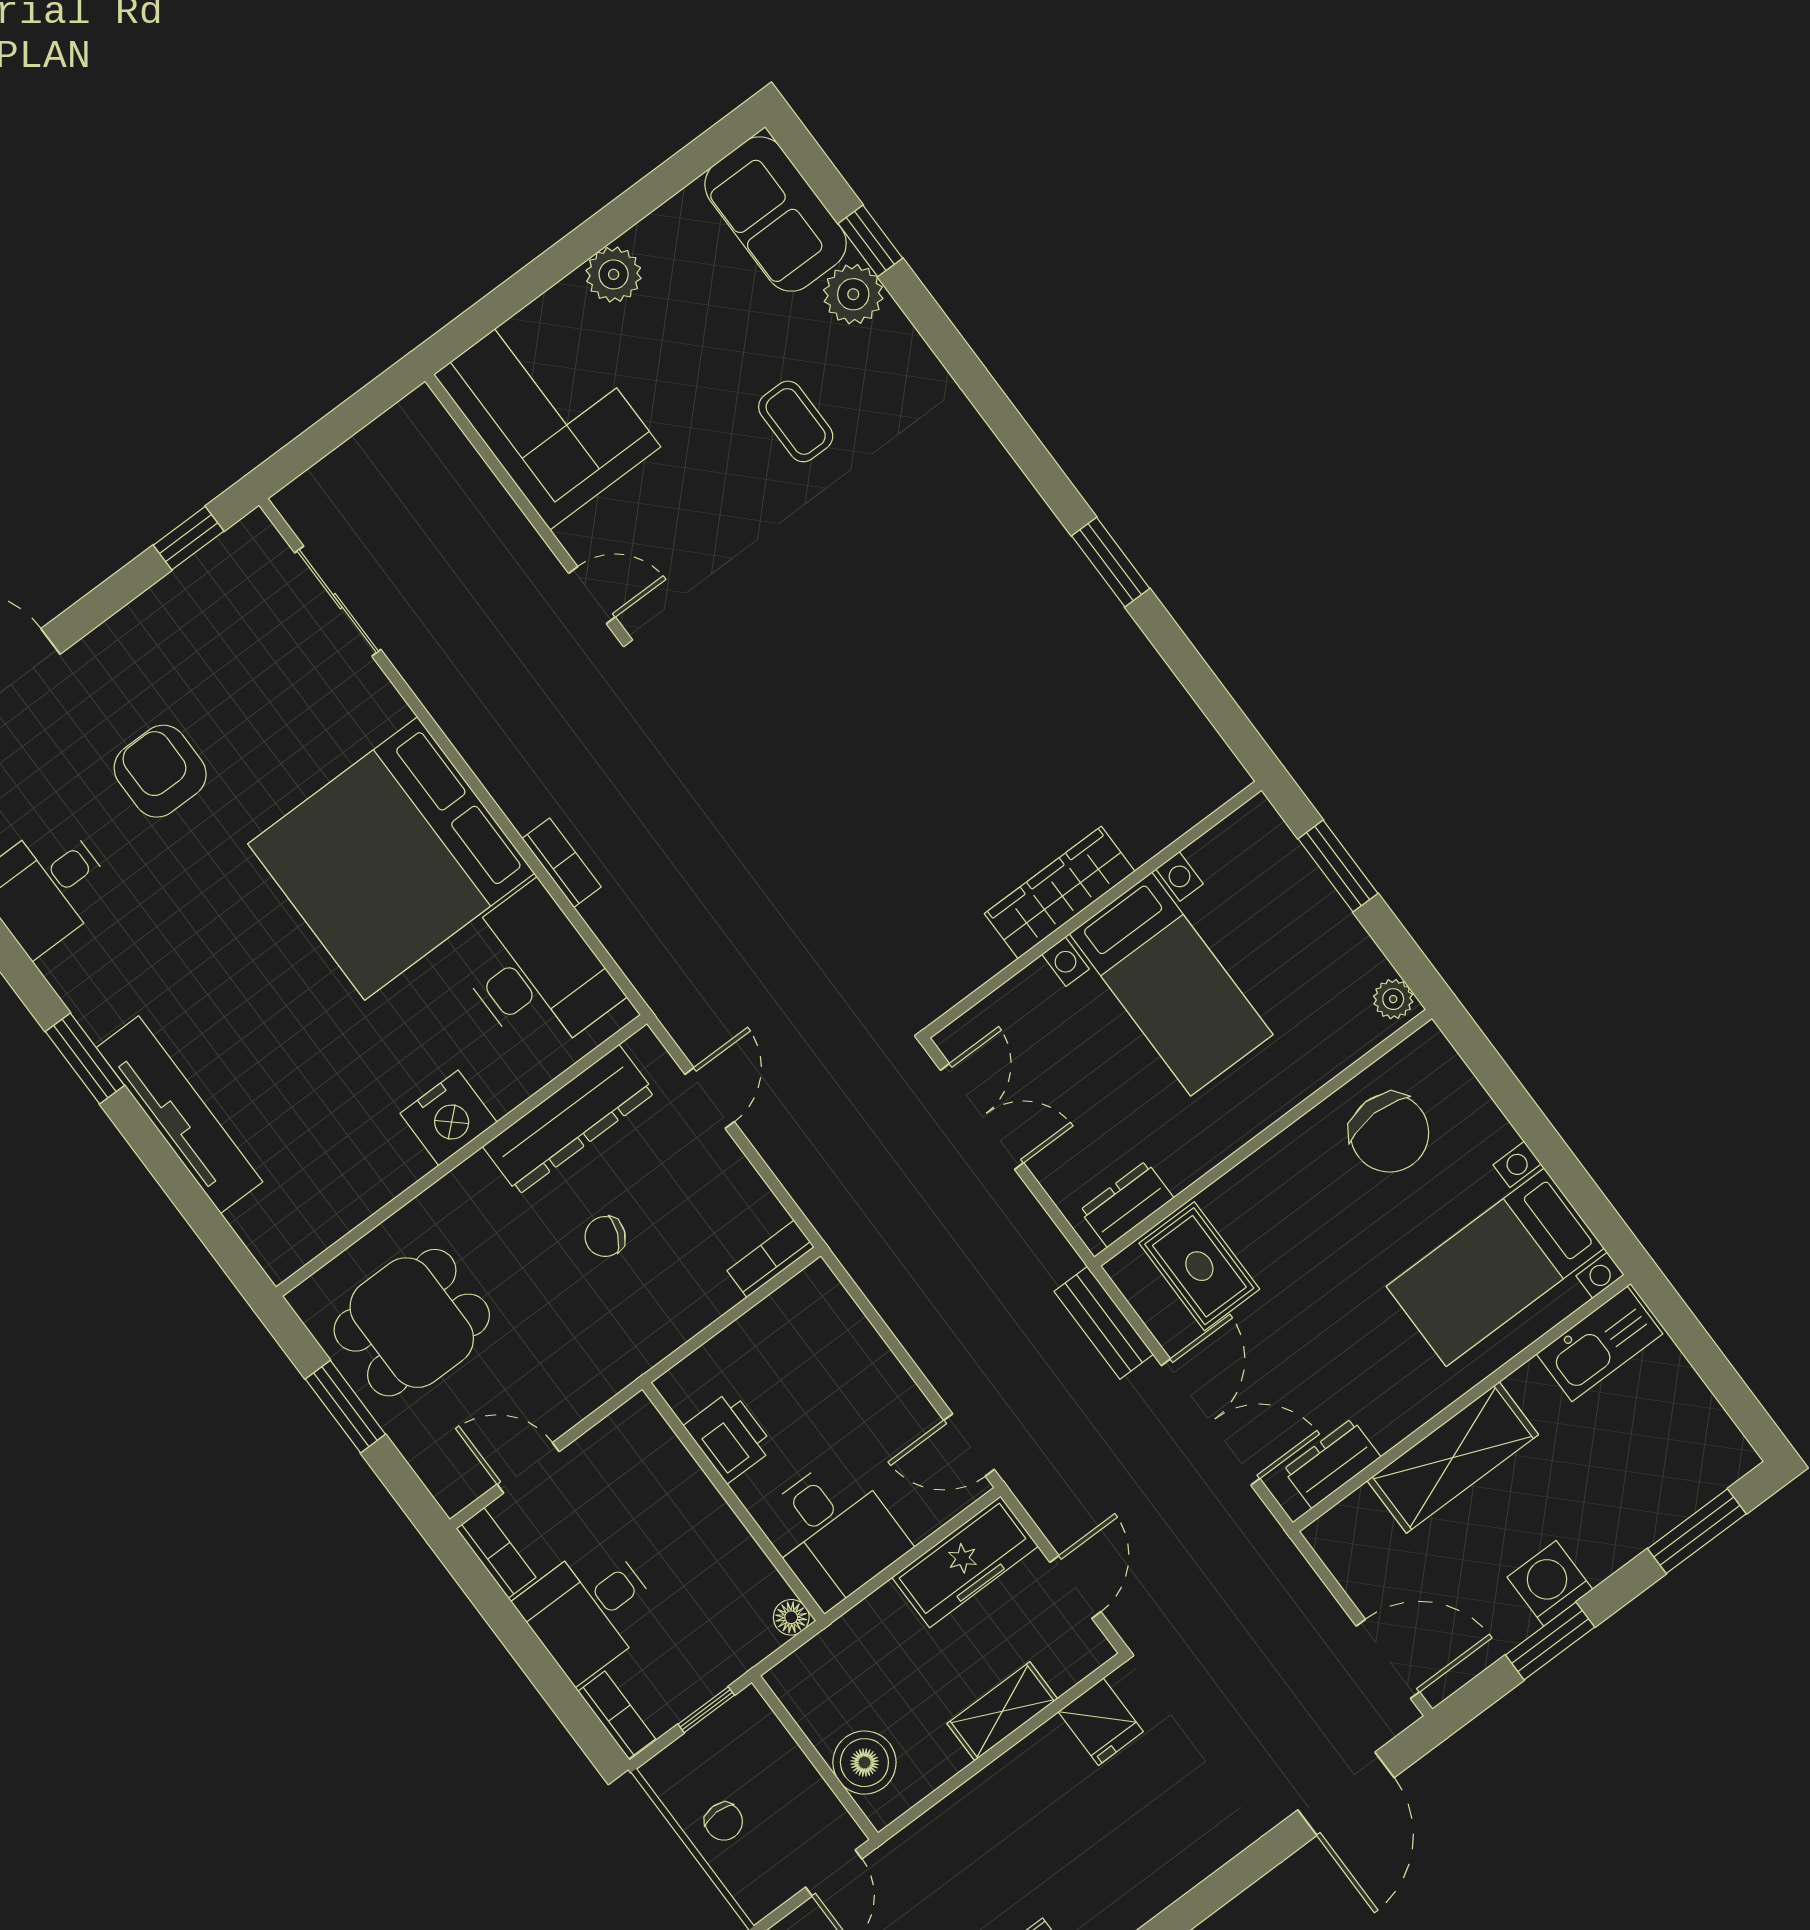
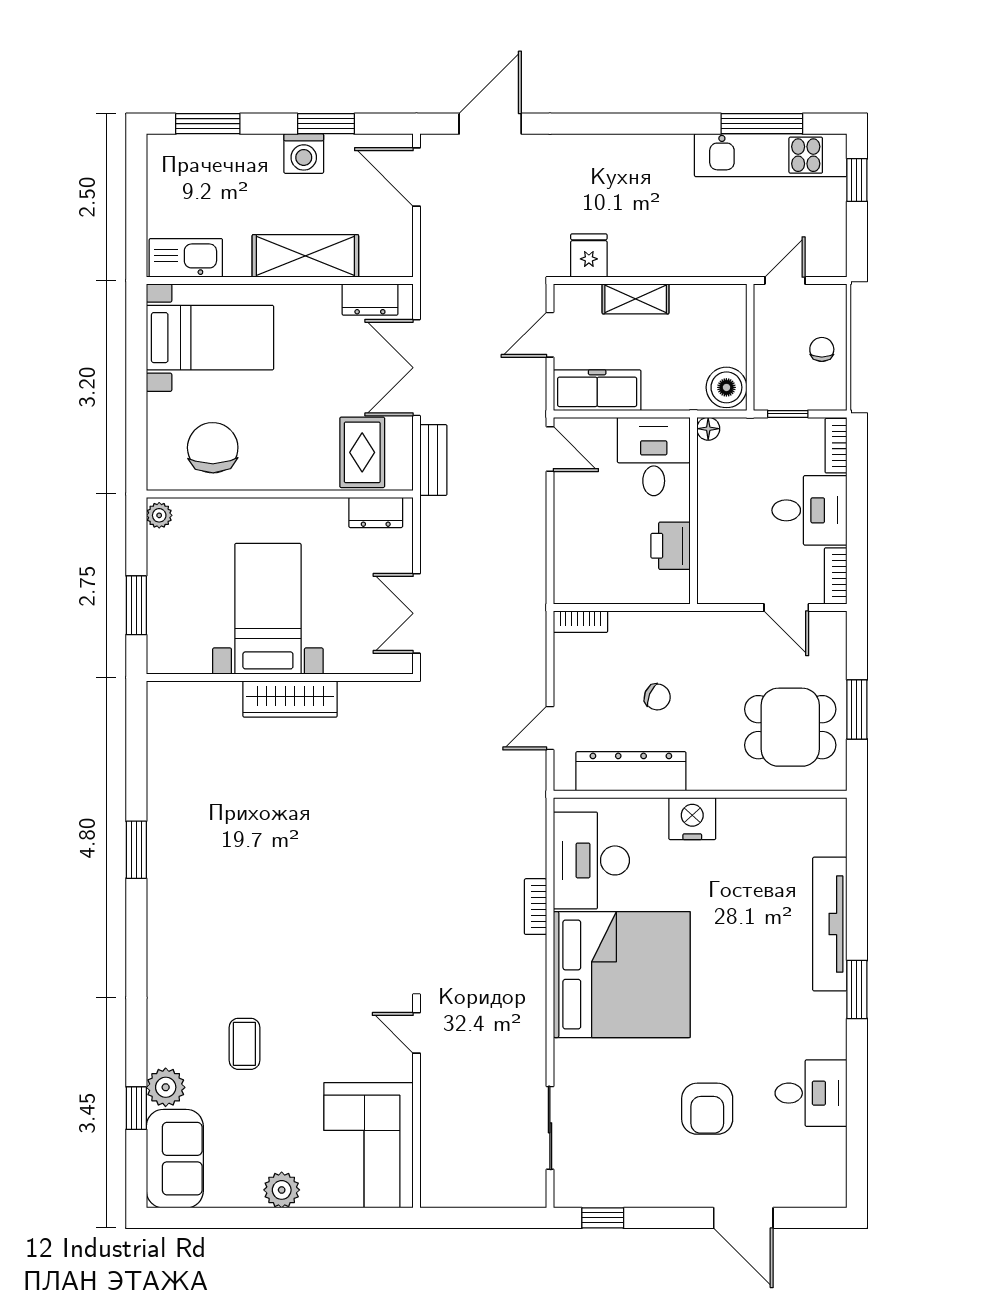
boiler: (864, 1763) -> (726, 387), moved

